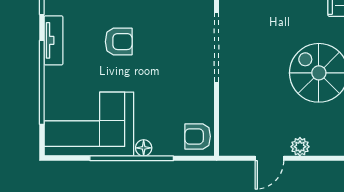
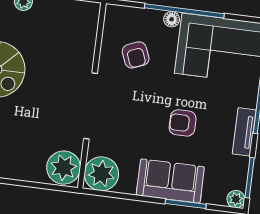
armchair: (198, 136) -> (136, 55), moved, turned 68

